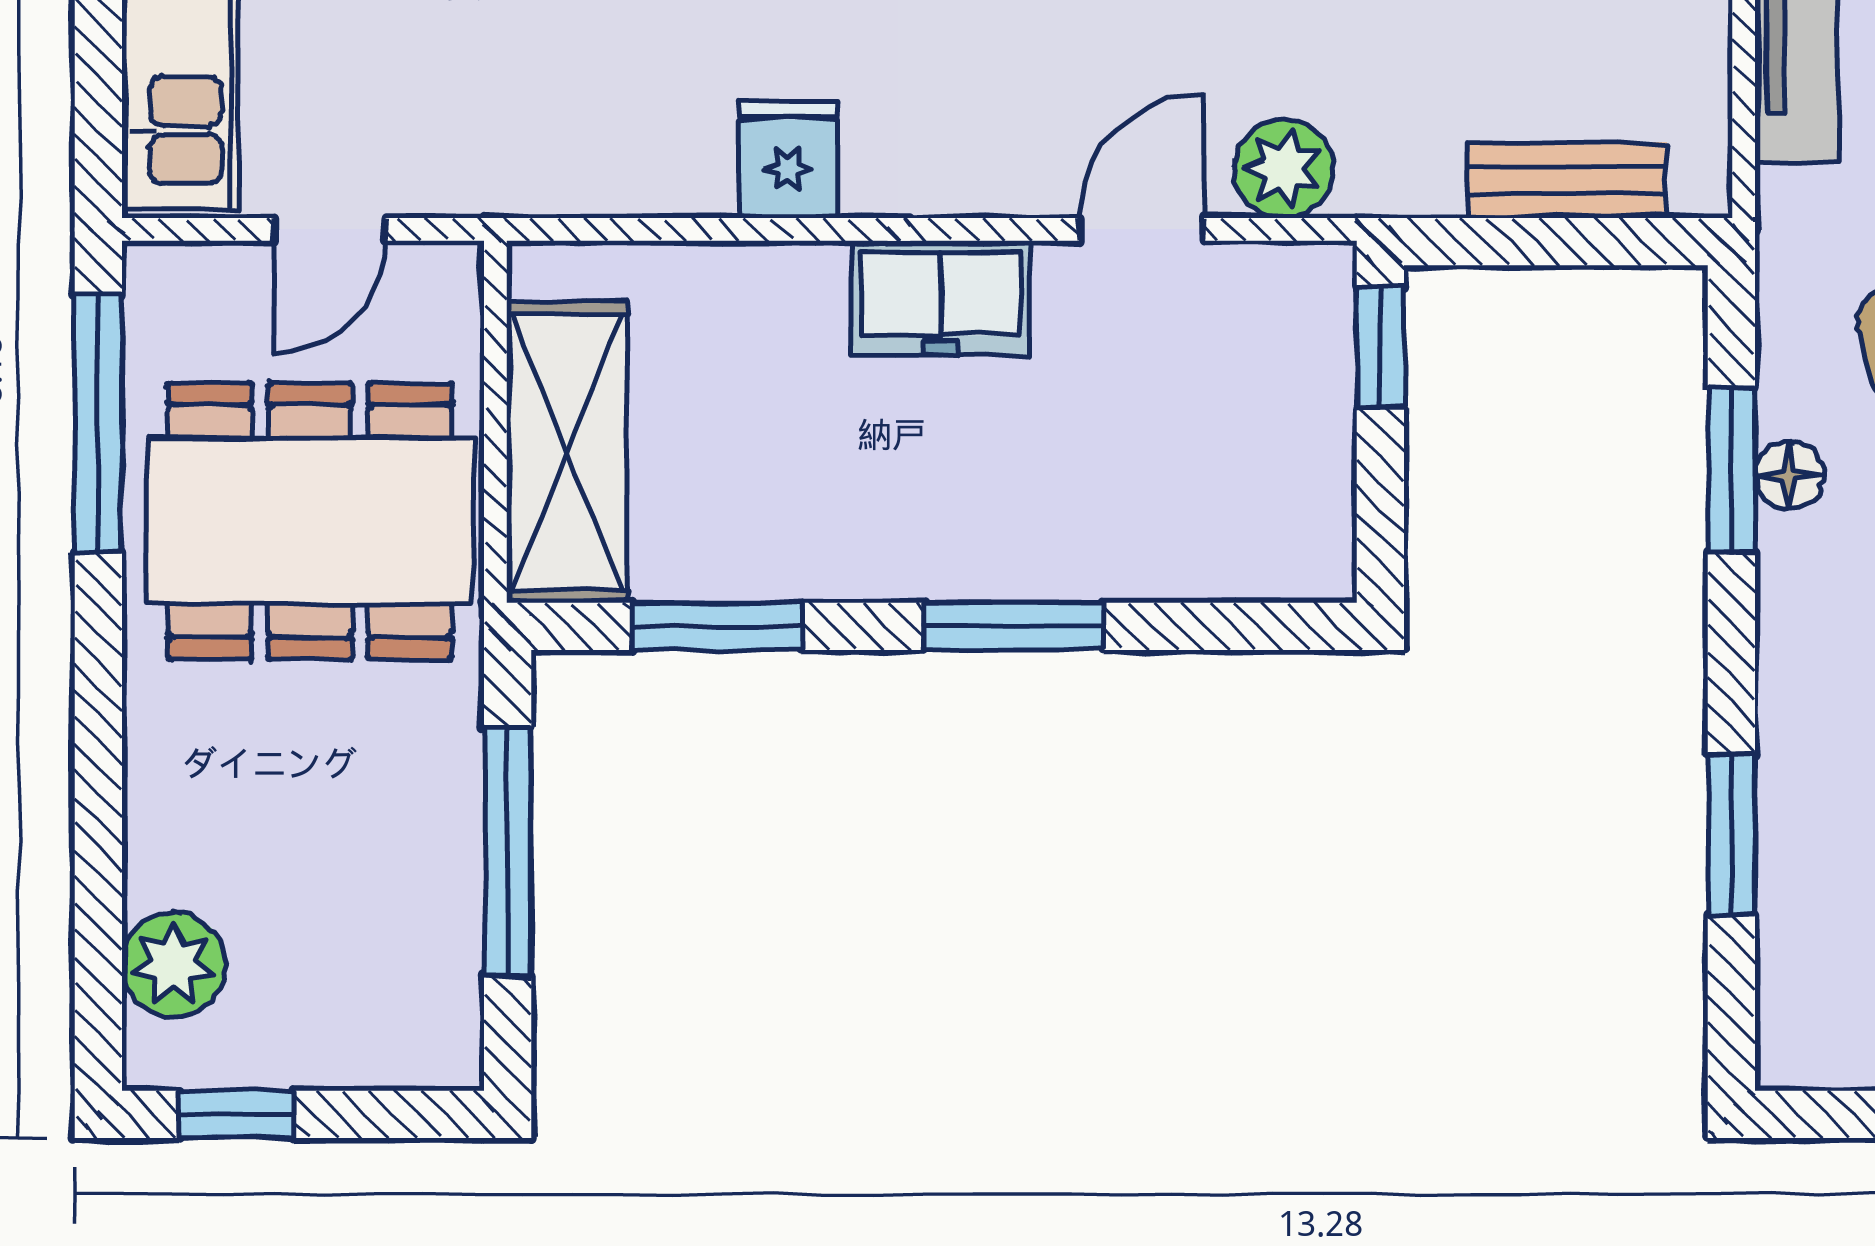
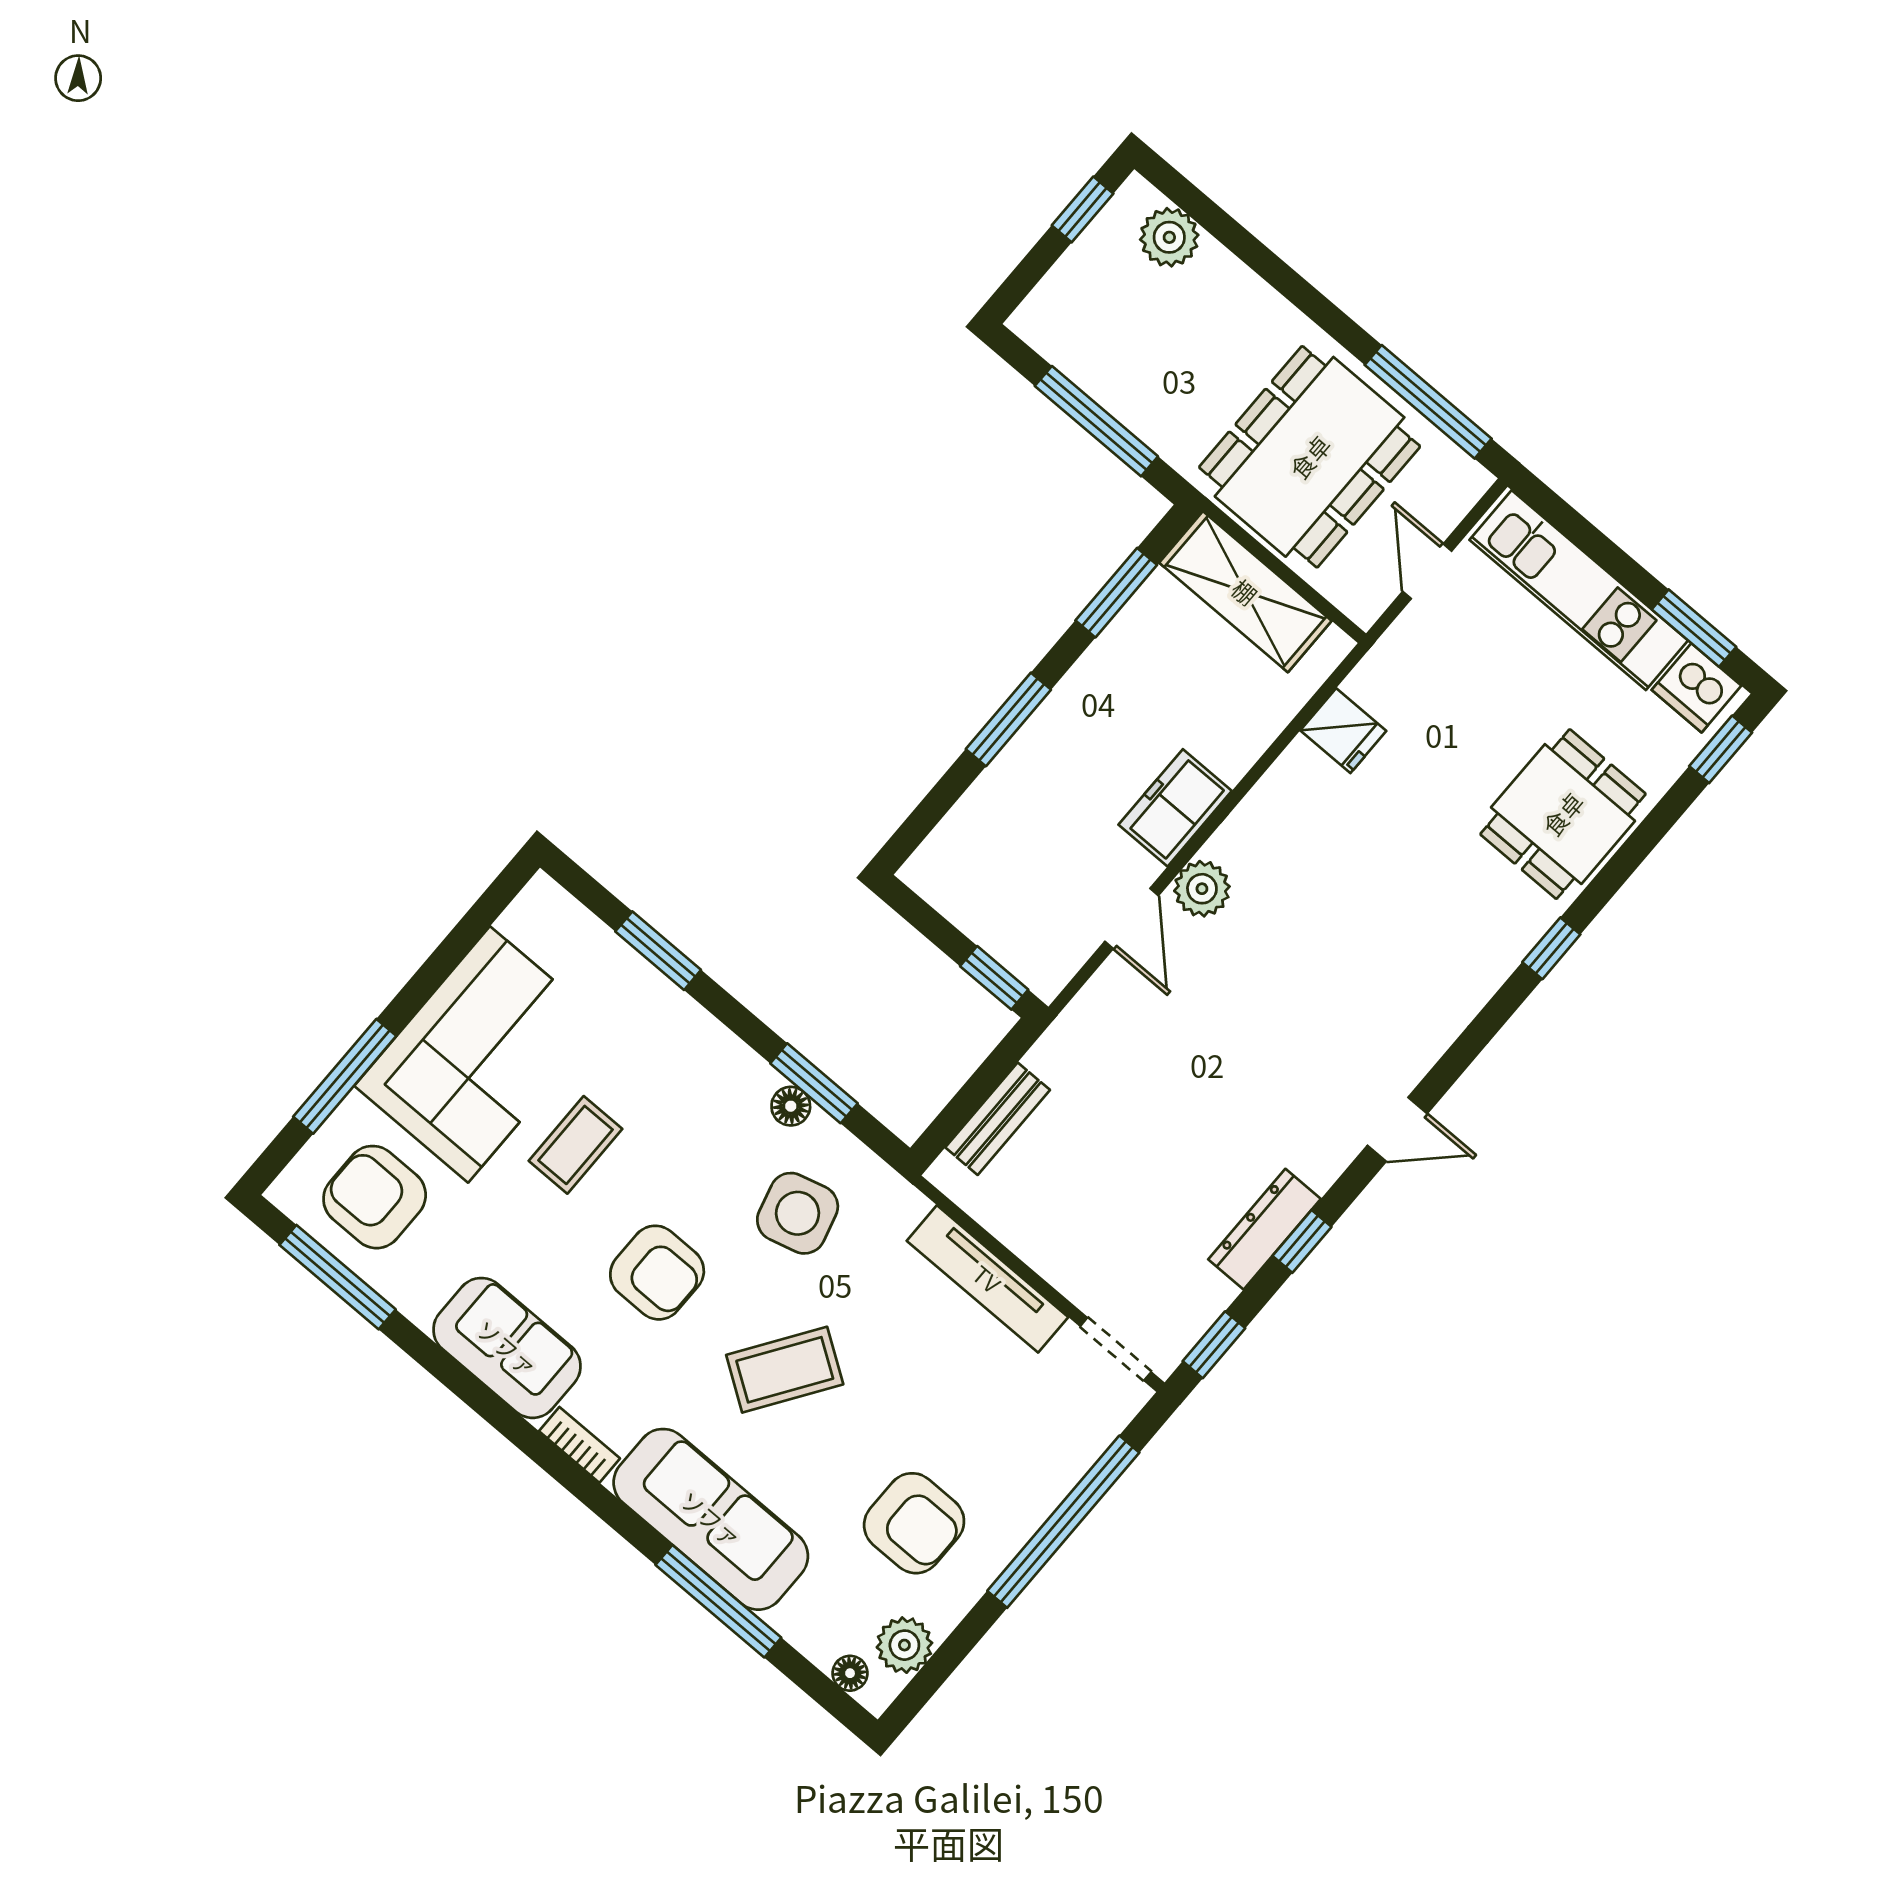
fridge: (788, 159) -> (1343, 731), moved
plant: (1284, 169) -> (1202, 889), moved

